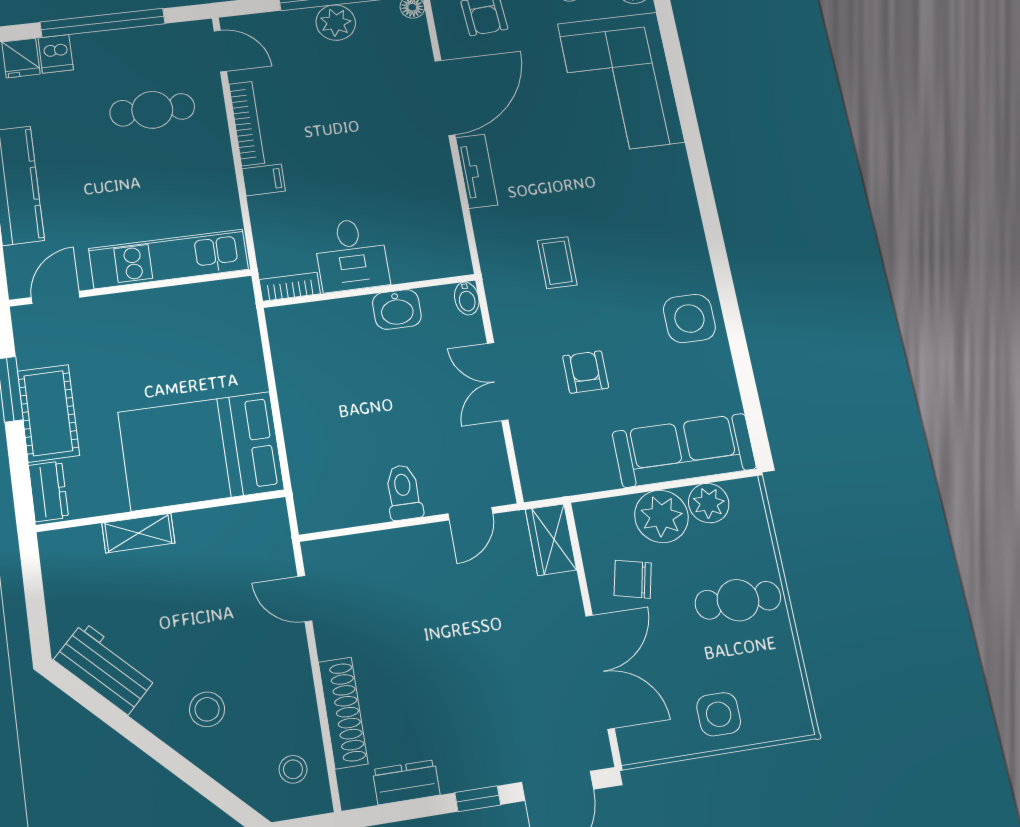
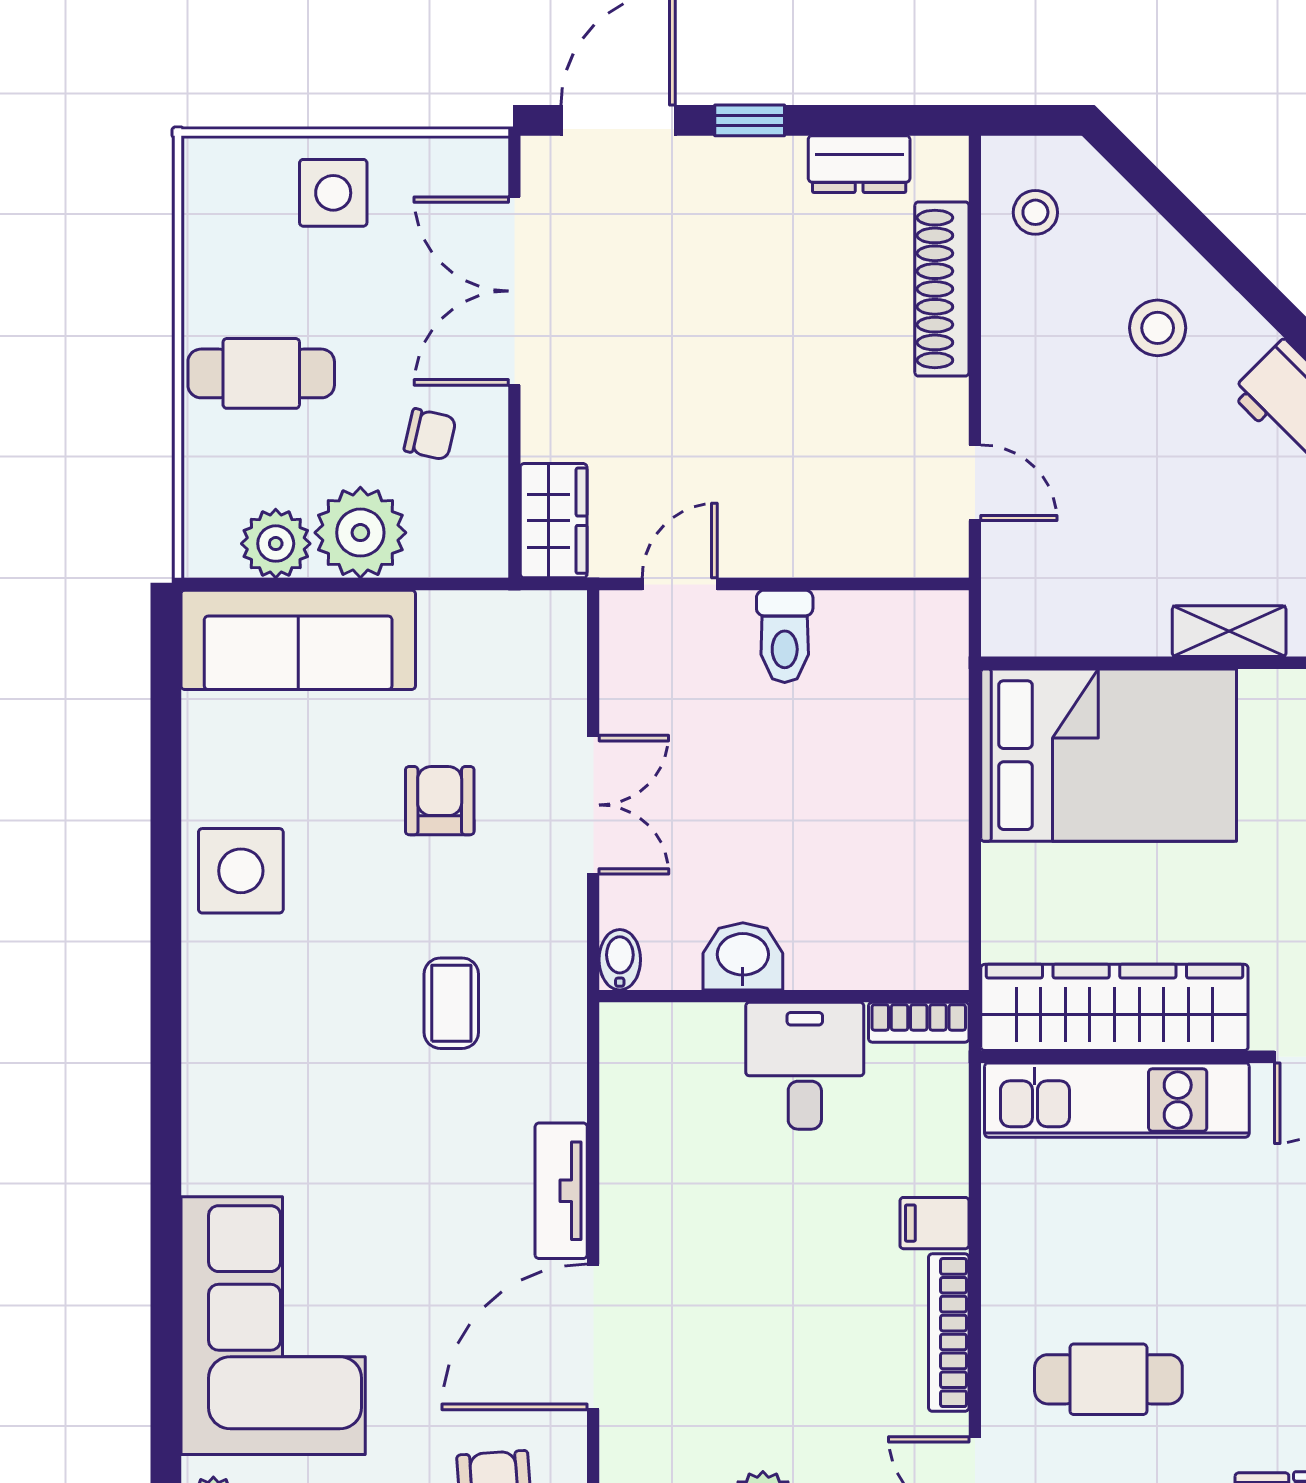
wardrobe: (177, 309) -> (1114, 1007), added
armchair: (586, 372) -> (440, 801), turned 180
chair: (633, 579) -> (430, 434), width x0.73, depth x0.73

